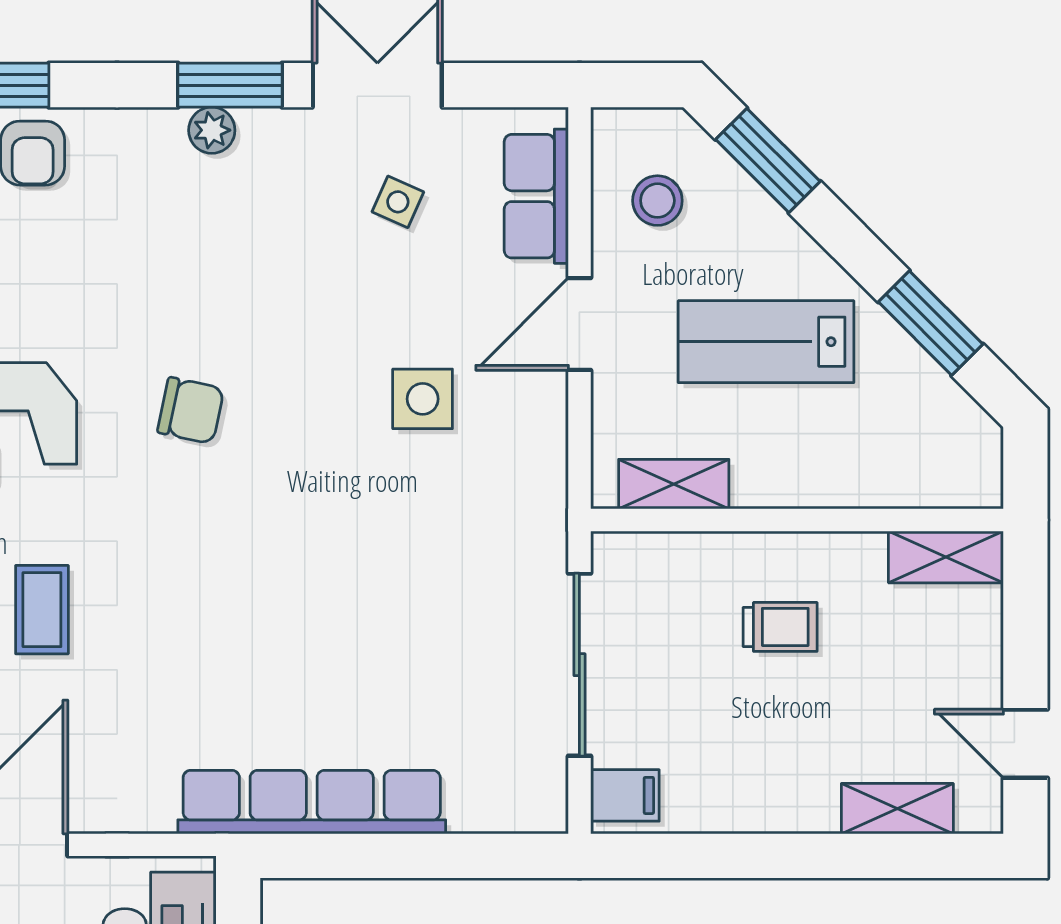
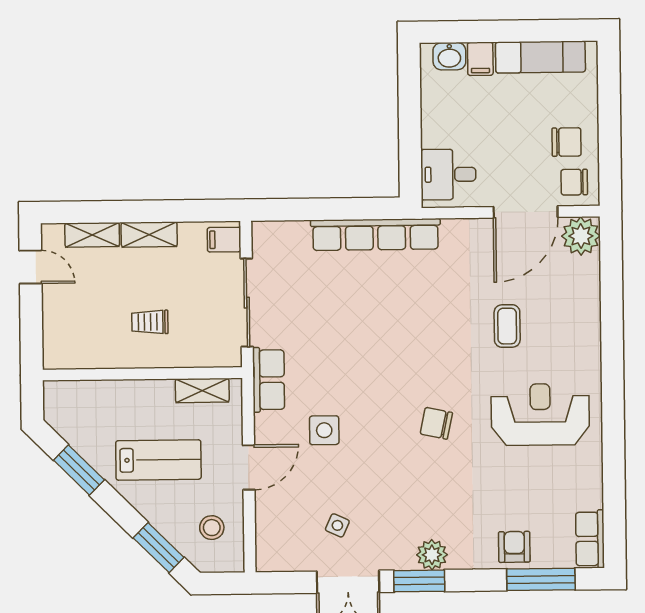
plant: (212, 130) -> (432, 555), width x1.38, depth x1.38
row of seats: (536, 196) -> (269, 380), moved
shelving: (946, 557) -> (149, 234), moved

